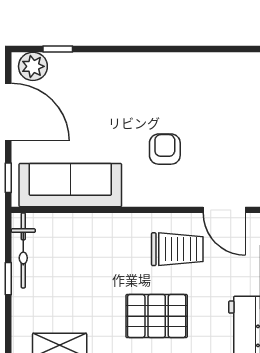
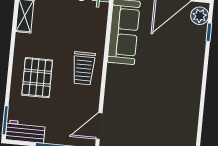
armchair: (165, 149) -> (140, 93), removed
trolley: (177, 249) -> (84, 68), moved

